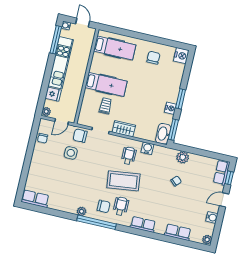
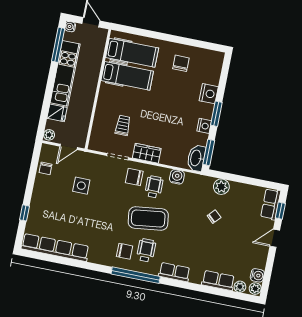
nightstand: (181, 56) -> (209, 94), moved
hospital bed: (106, 84) -> (127, 76), moved
chair: (80, 136) -> (134, 177), moved
window: (25, 173) -> (24, 213), added
row of seats: (35, 199) -> (55, 248), width x2.02
plant: (82, 211) -> (240, 287), moved
water cooler: (212, 217) -> (257, 275), moved
window: (97, 222) -> (136, 275), moved

